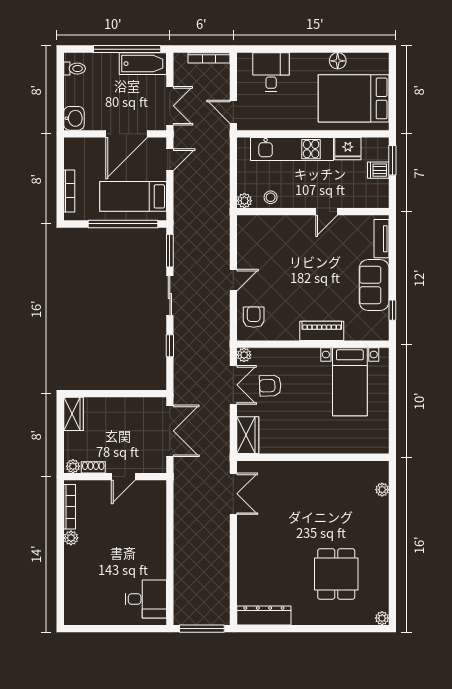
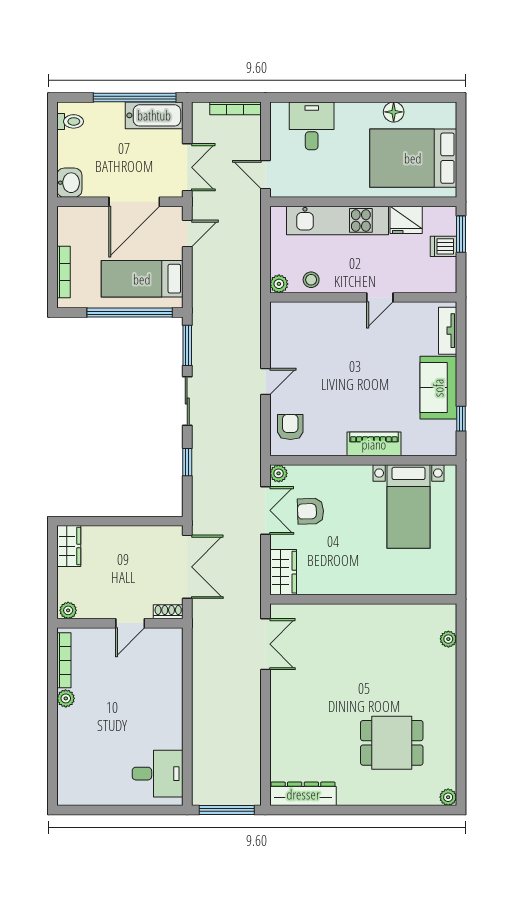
shoe rack: (93, 467) -> (168, 612), moved
dining table: (336, 574) -> (392, 743), turned 90

